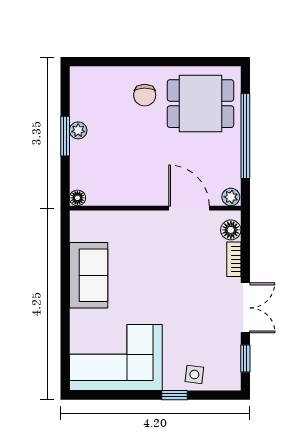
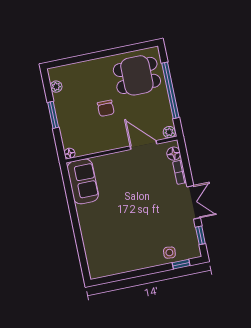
chair: (145, 95) -> (106, 108), moved
plant: (78, 130) -> (56, 87), moved
sofa: (89, 275) -> (83, 181), moved
corner sofa: (116, 358) -> (116, 252), removed
window: (175, 395) -> (181, 264), moved

